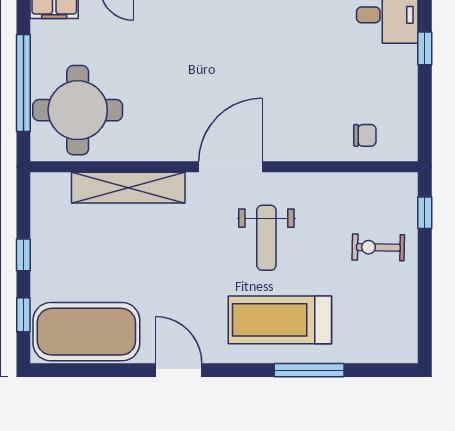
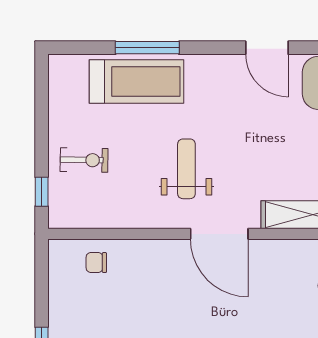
door: (231, 167) -> (219, 234), hinge flipped
treadmill: (280, 320) -> (136, 82), moved

